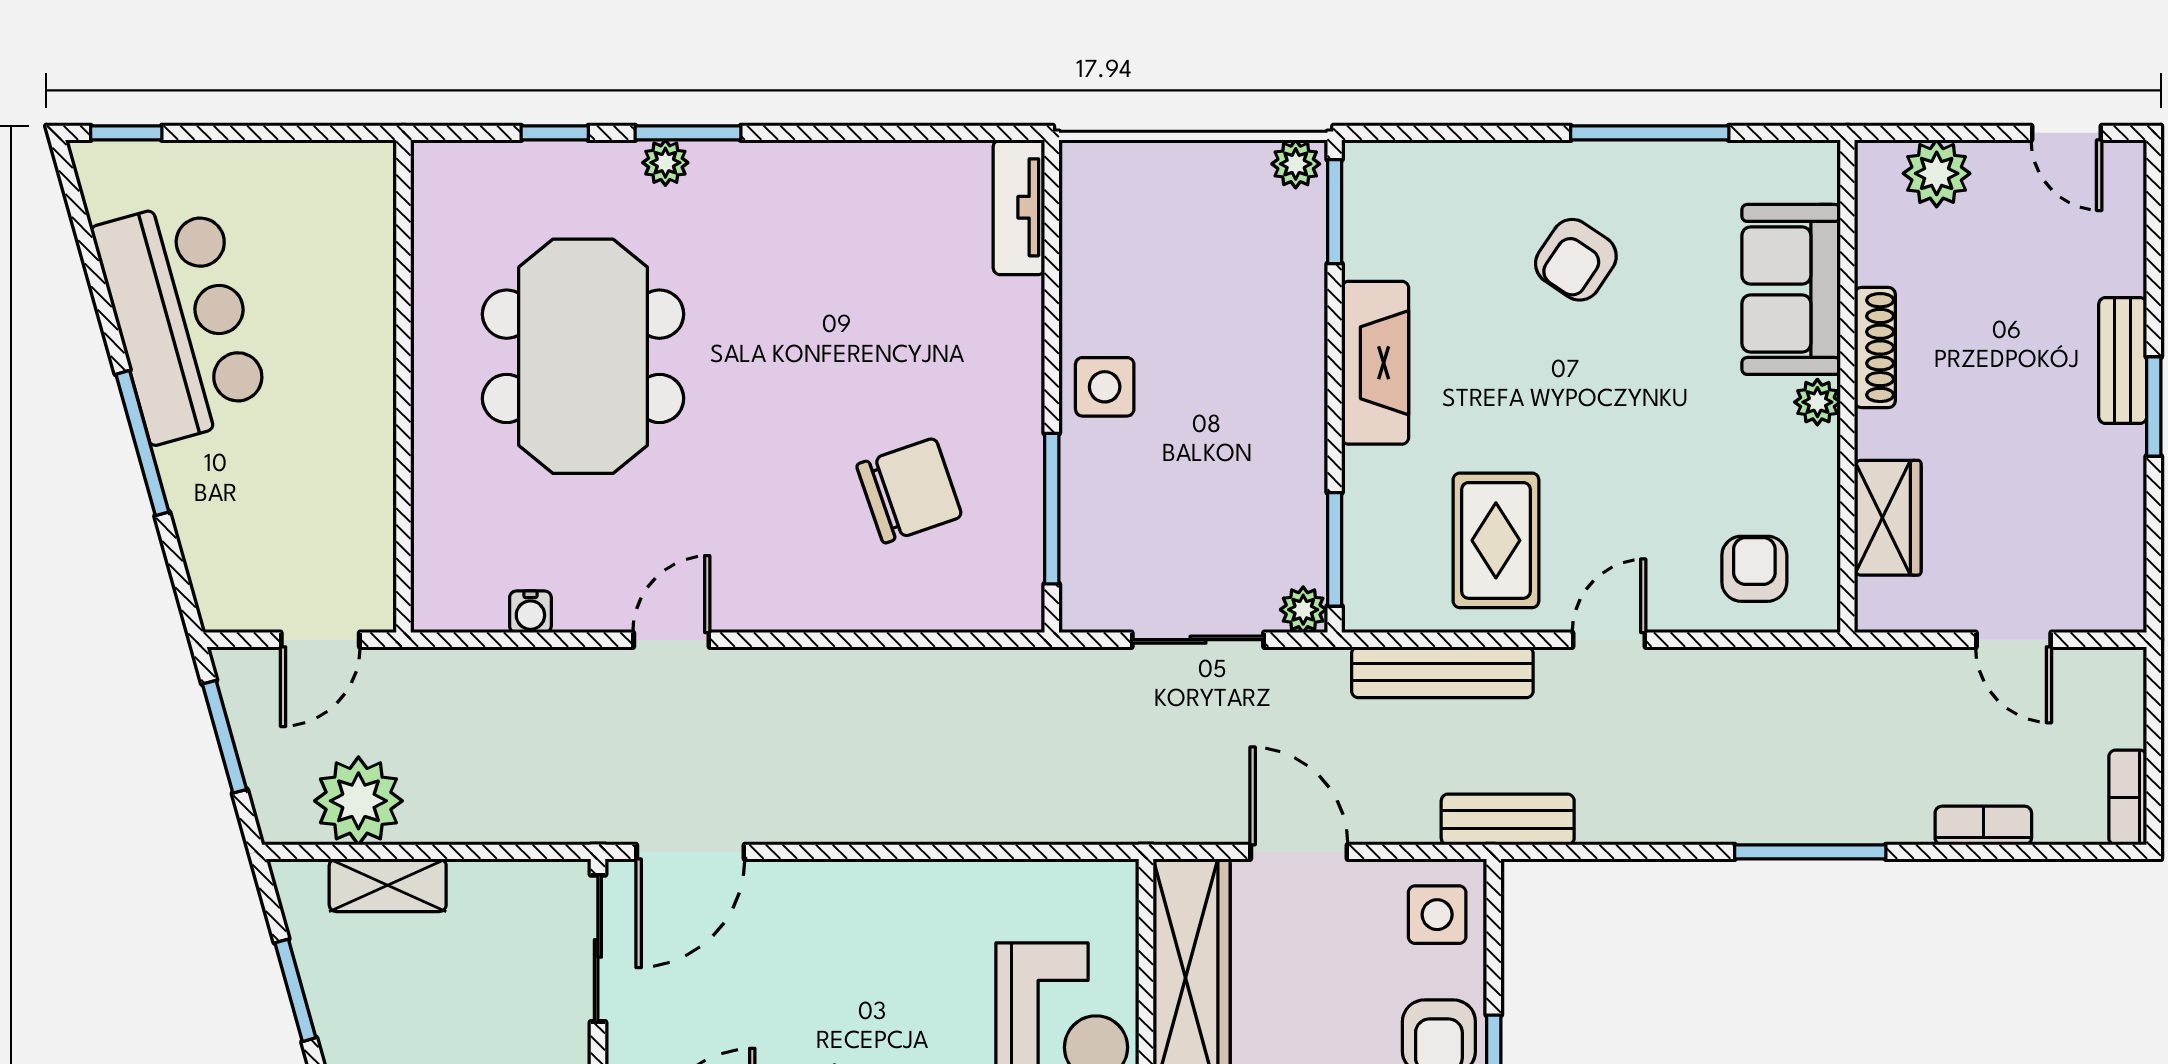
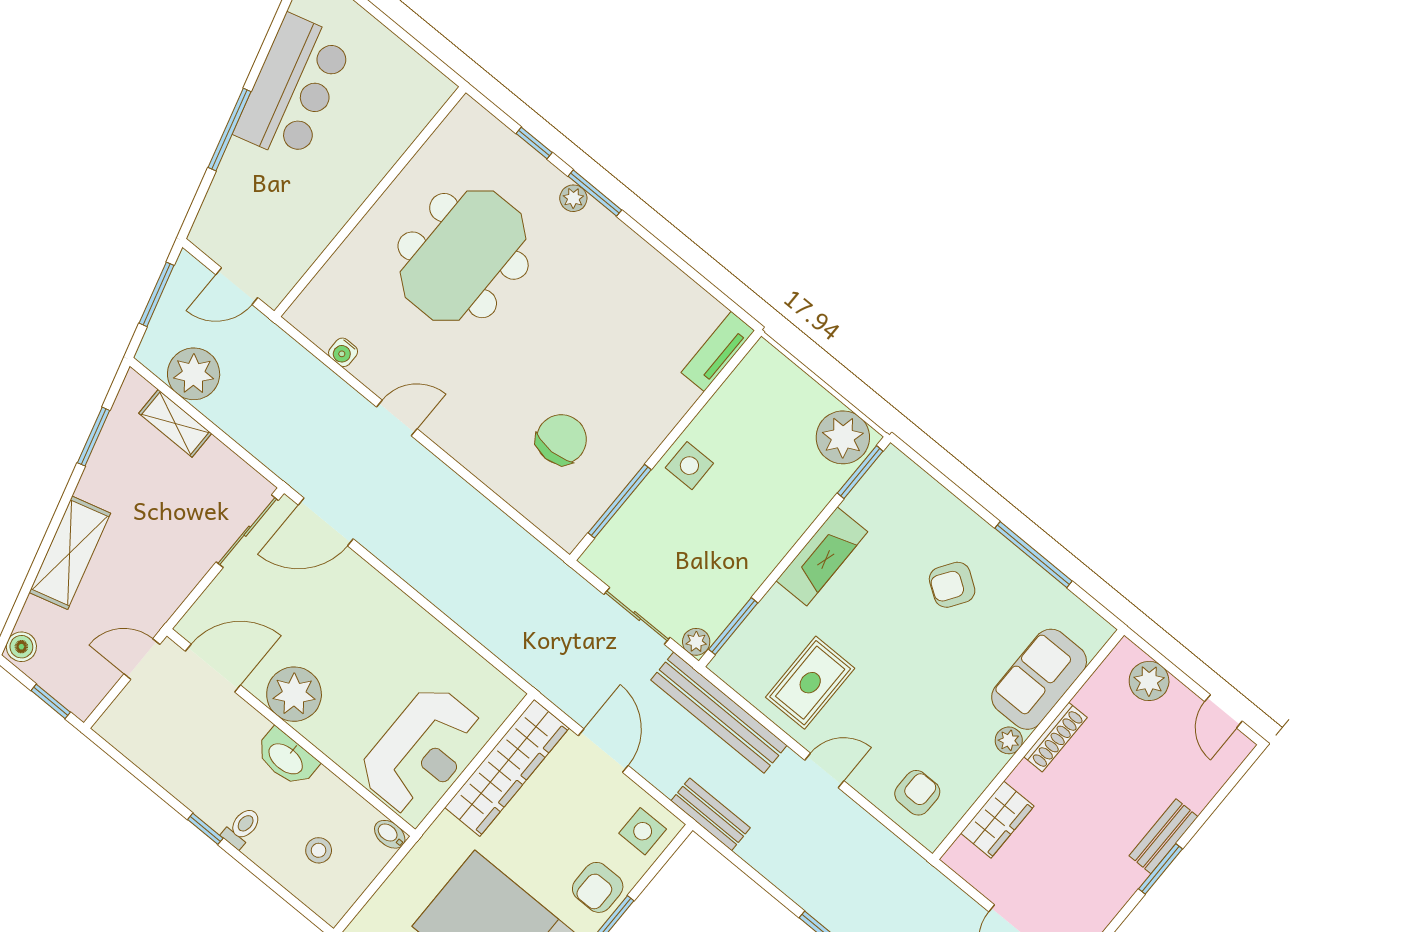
plant: (1296, 164) -> (843, 437), width x1.87, depth x1.87
chair: (909, 491) -> (561, 439), turned -71
bench: (1442, 672) -> (719, 713), width x1.37, depth x1.21

